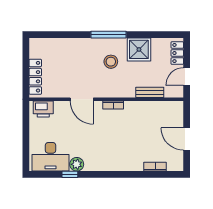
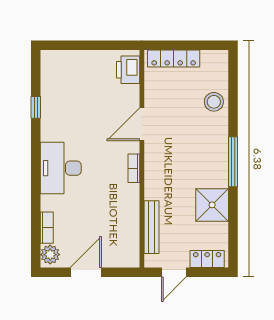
stool: (111, 62) -> (214, 102), moved
door: (187, 77) -> (174, 272), swing flipped
bench: (150, 92) -> (151, 227), width x1.36
desk: (51, 157) -> (61, 168), moved
plant: (77, 164) -> (50, 255), moved

